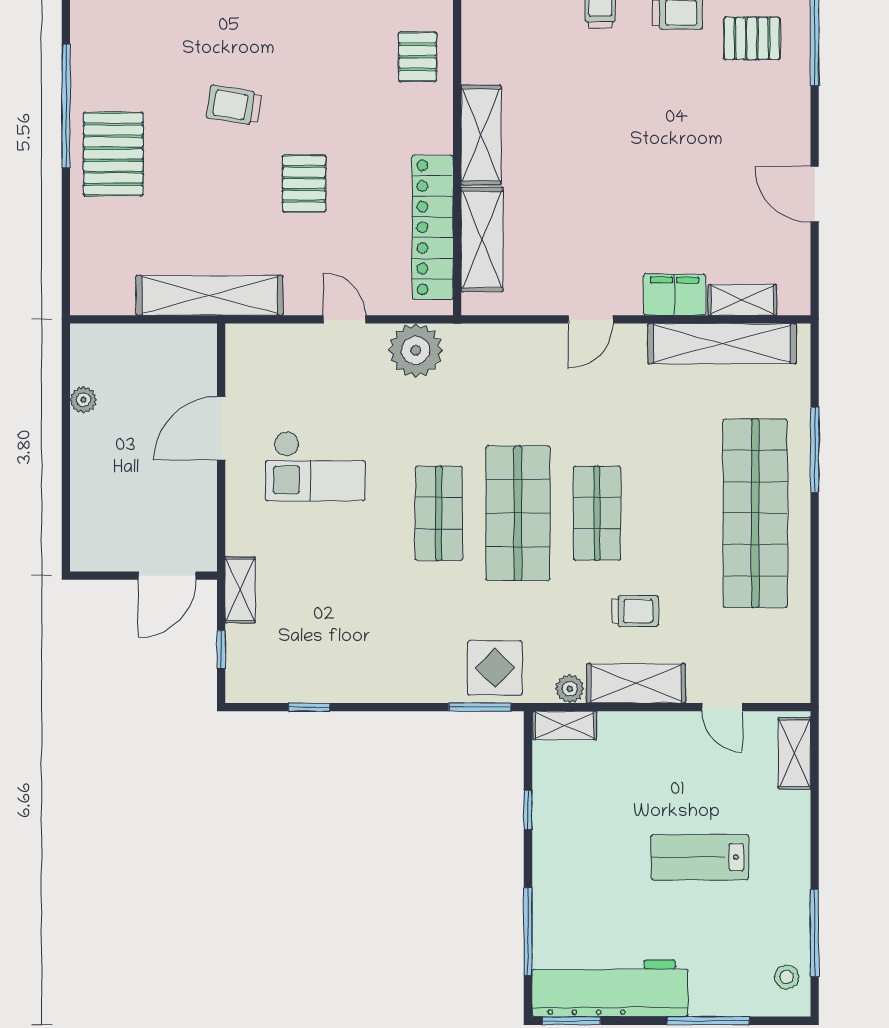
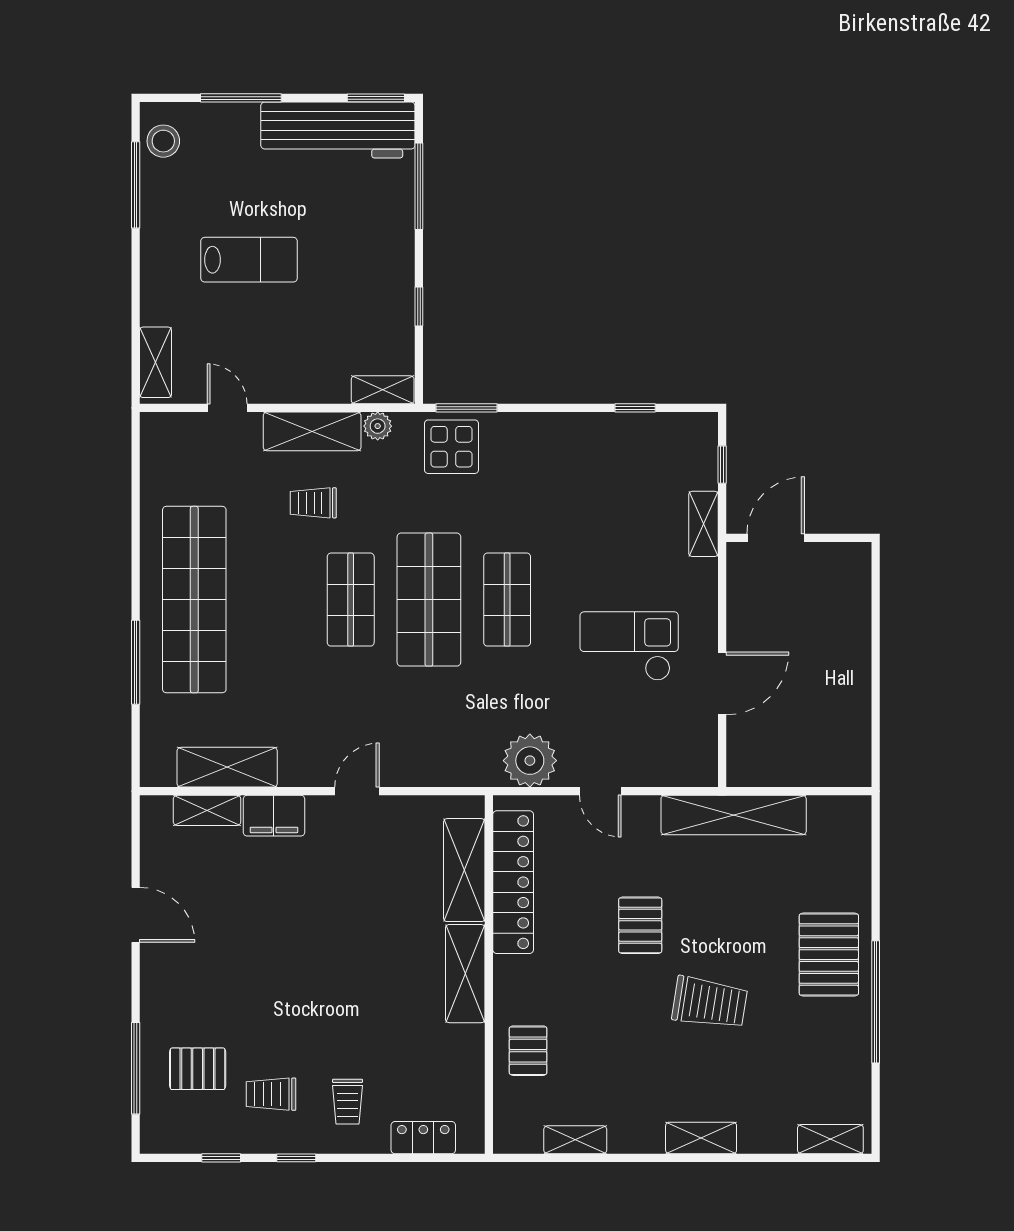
trolley: (234, 105) -> (710, 1003), width x1.36, depth x1.39
shelving: (722, 344) -> (227, 767), width x0.68
plant: (83, 400) -> (858, 712), removed
stool: (787, 977) -> (163, 141), width x1.37, depth x1.37

